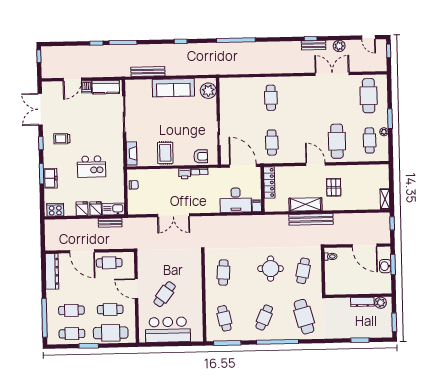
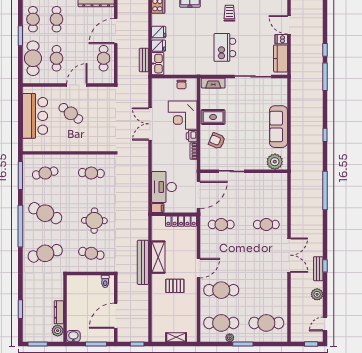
bench: (148, 71) -> (295, 101), removed
double door: (332, 74) -> (289, 255), moved
cafe table: (370, 140) -> (221, 323), width x1.37, depth x1.35
armchair: (201, 156) -> (217, 141), moved, turned 113
kitchen island: (91, 167) -> (225, 47), moved
corner desk: (164, 183) -> (183, 115), added
shelving: (385, 199) -> (176, 337), moved
washbasin: (385, 266) -> (73, 336), moved
cafe table: (264, 318) -> (45, 213), width x1.37, depth x1.35

